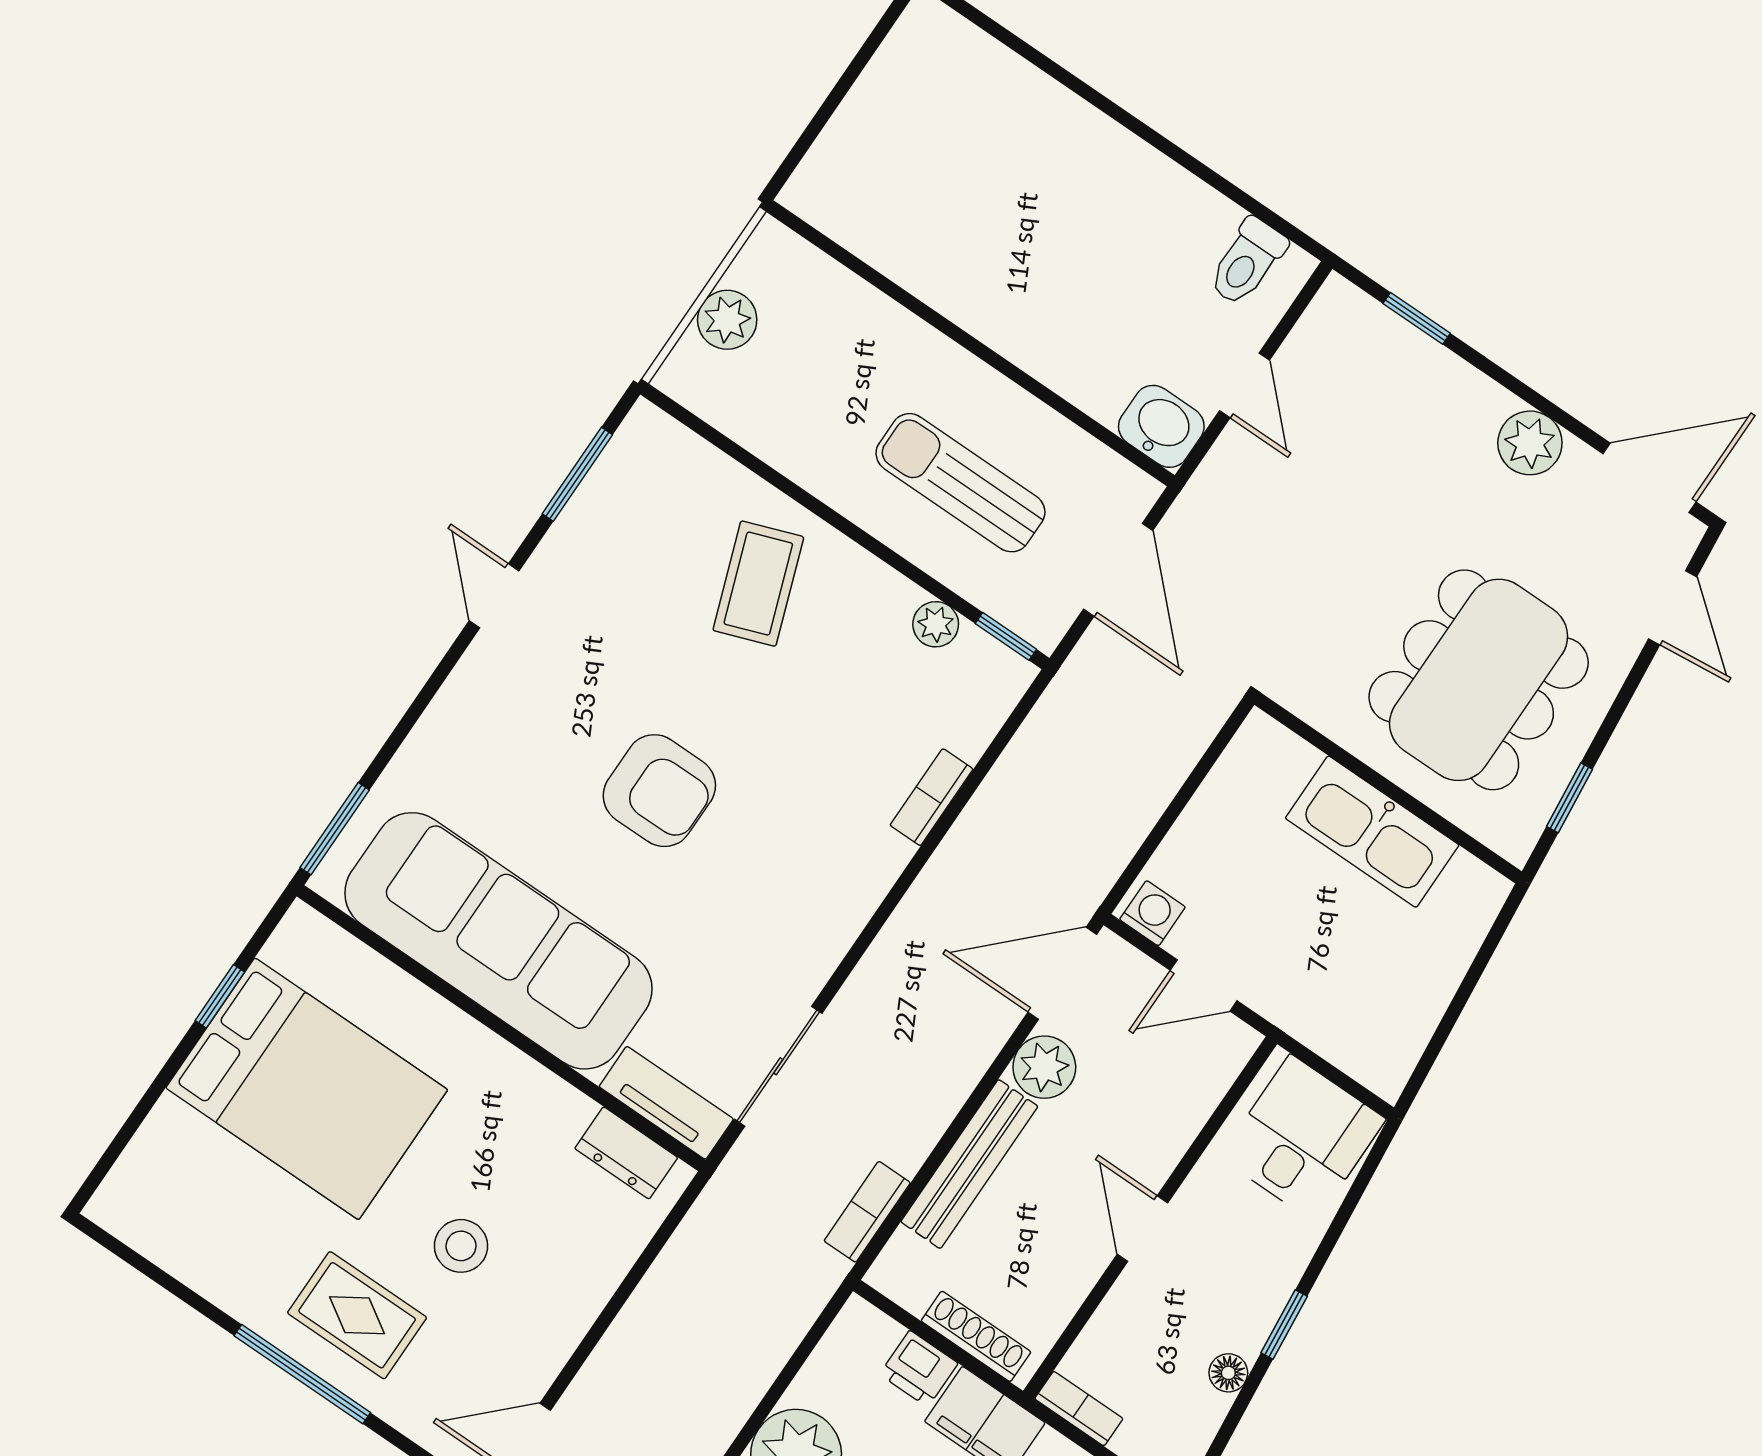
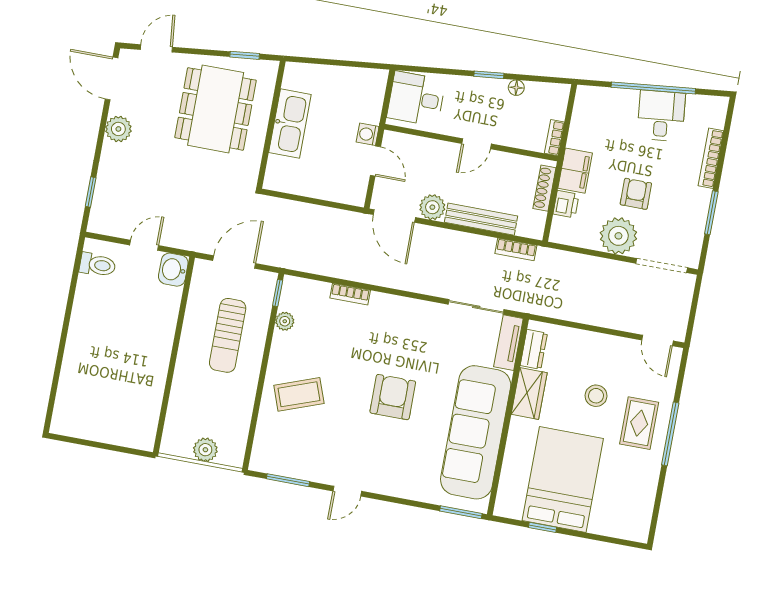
dining table: (1479, 680) -> (216, 109), turned 90
washing machine: (1152, 913) -> (368, 134), moved
wardrobe: (532, 1099) -> (529, 394), added

